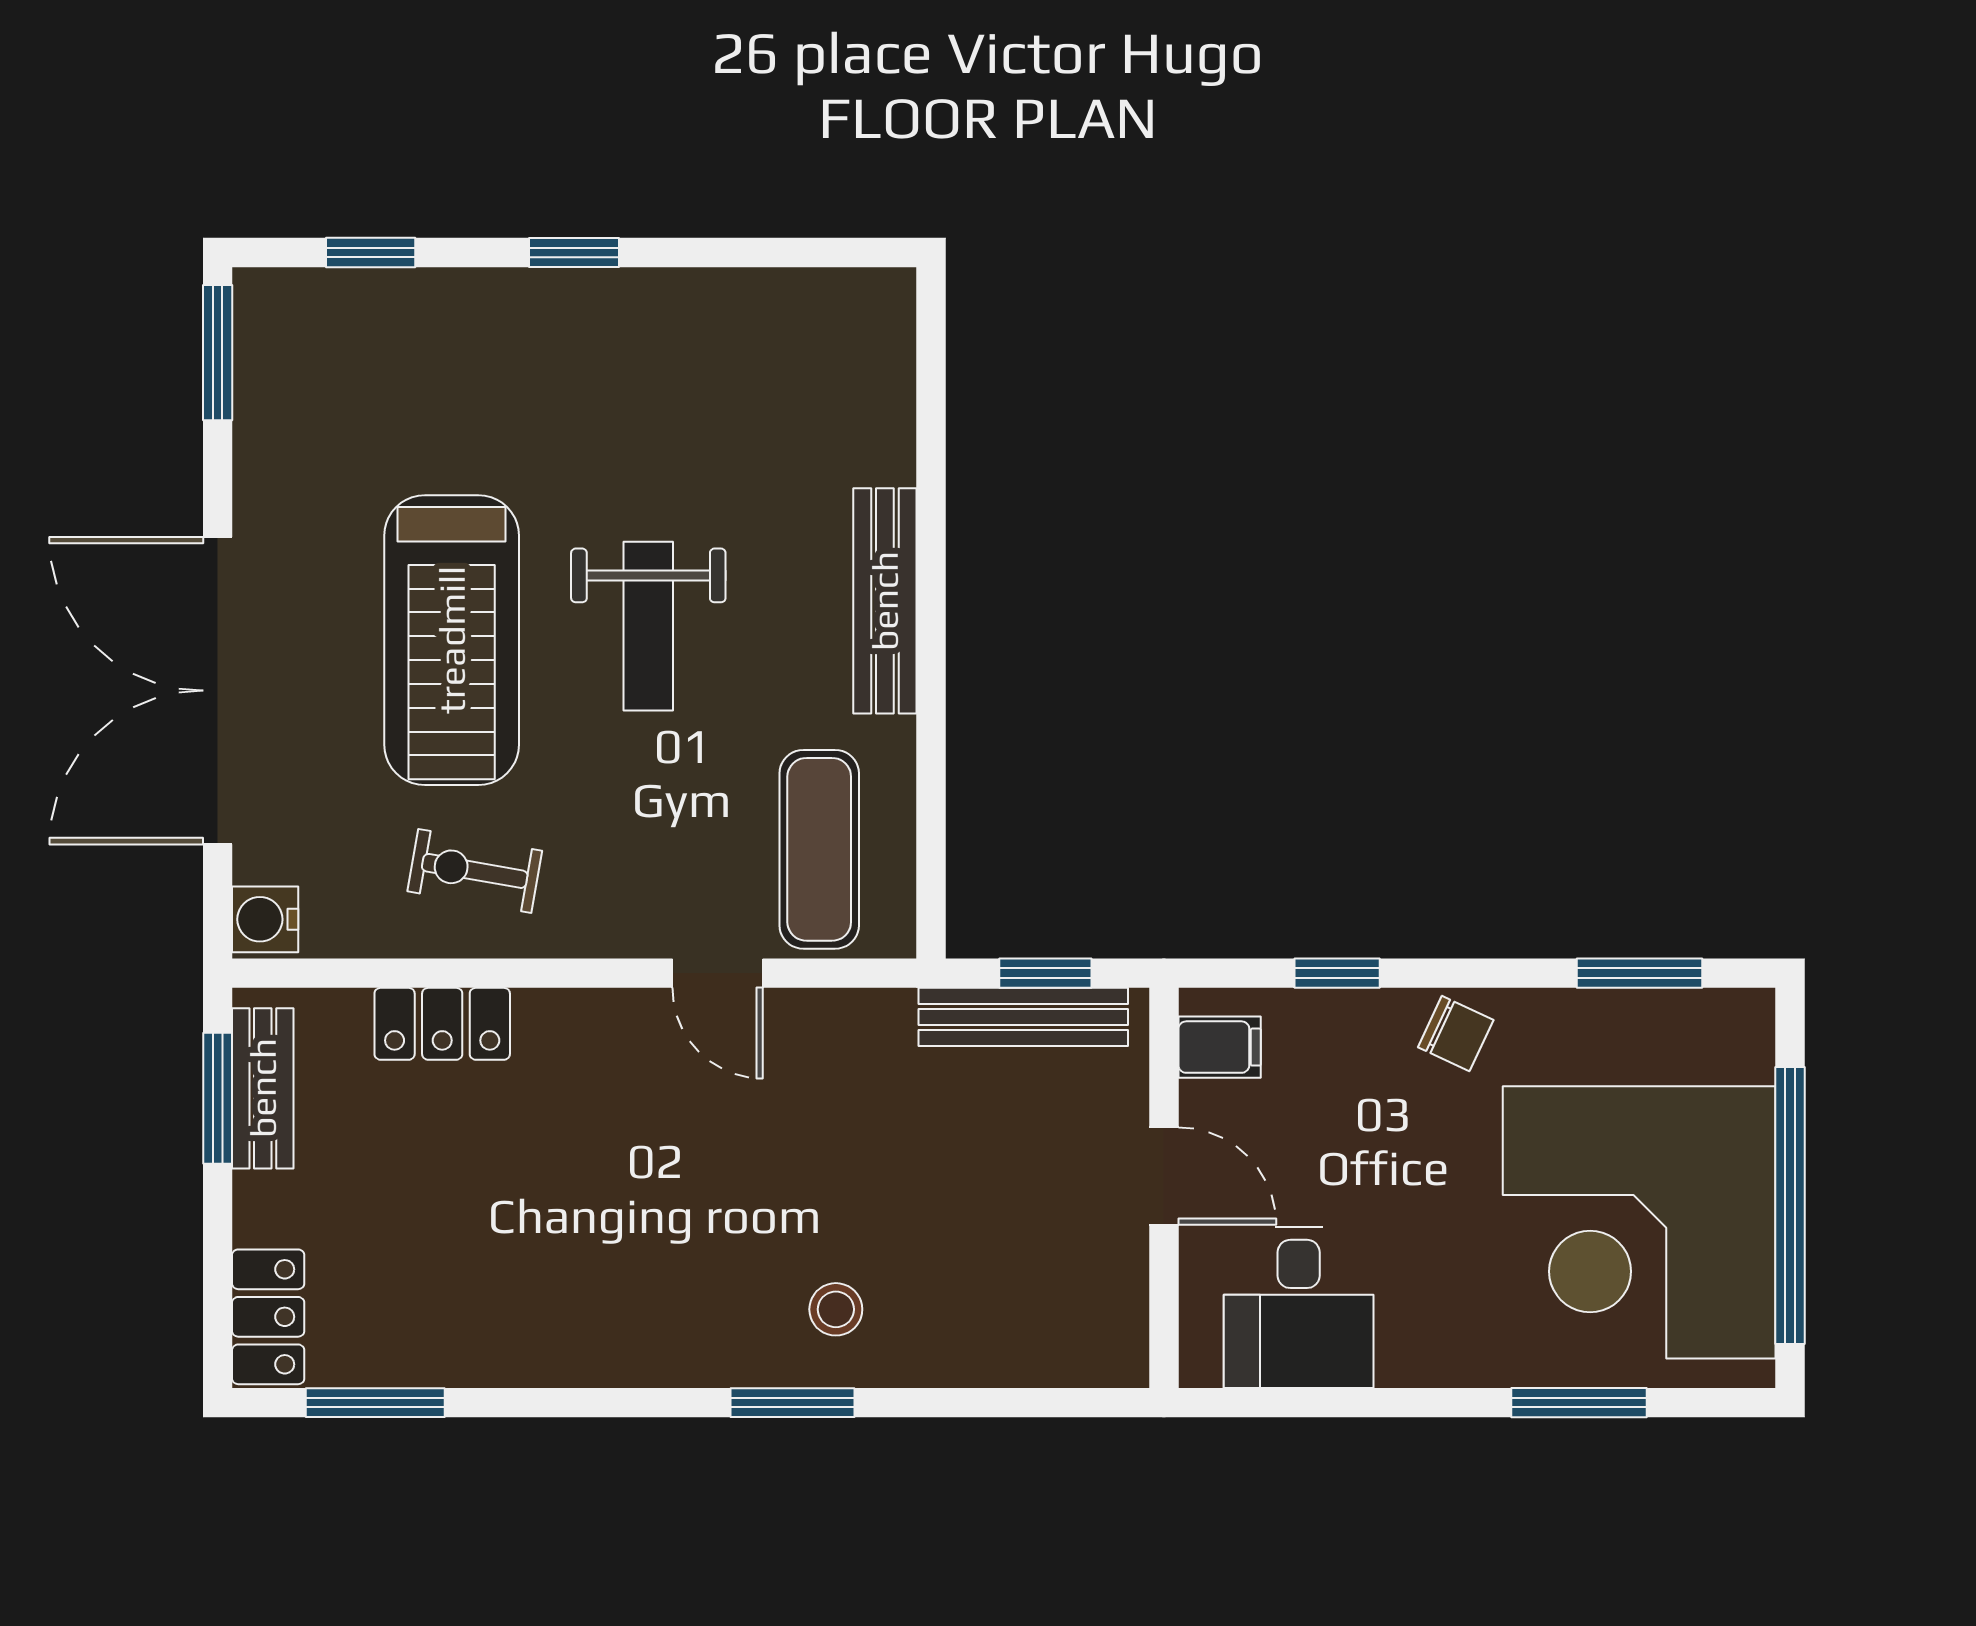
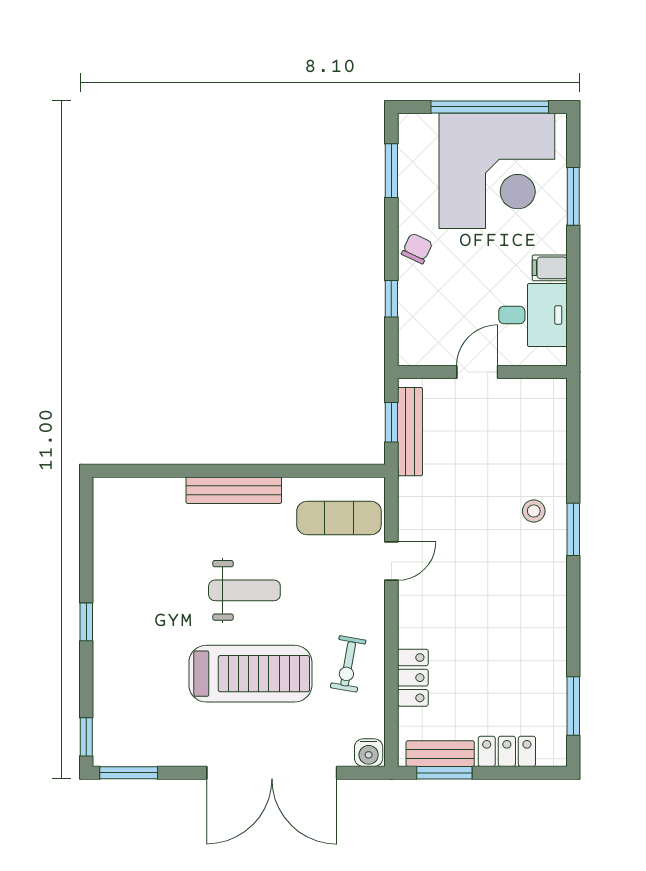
window: (371, 252) -> (86, 737), moved
filing cabinet: (1220, 1047) -> (550, 268), moved, turned -90
locker: (268, 1317) -> (507, 751), moved

